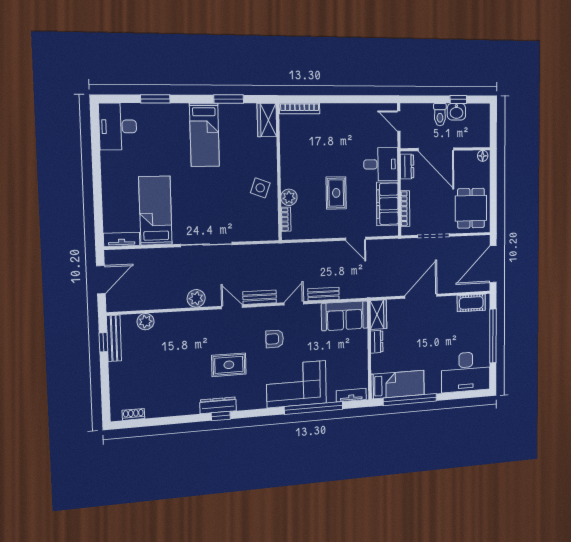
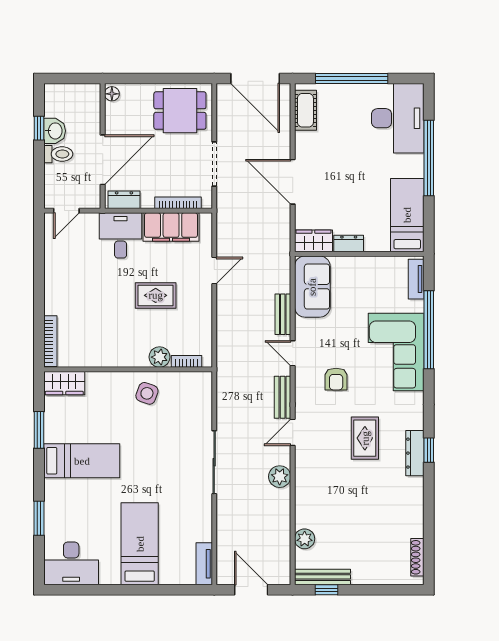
bed: (155, 211) -> (140, 544), moved, turned 90
window: (410, 400) -> (429, 158), moved
shoe rack: (133, 414) -> (417, 557), width x1.43

